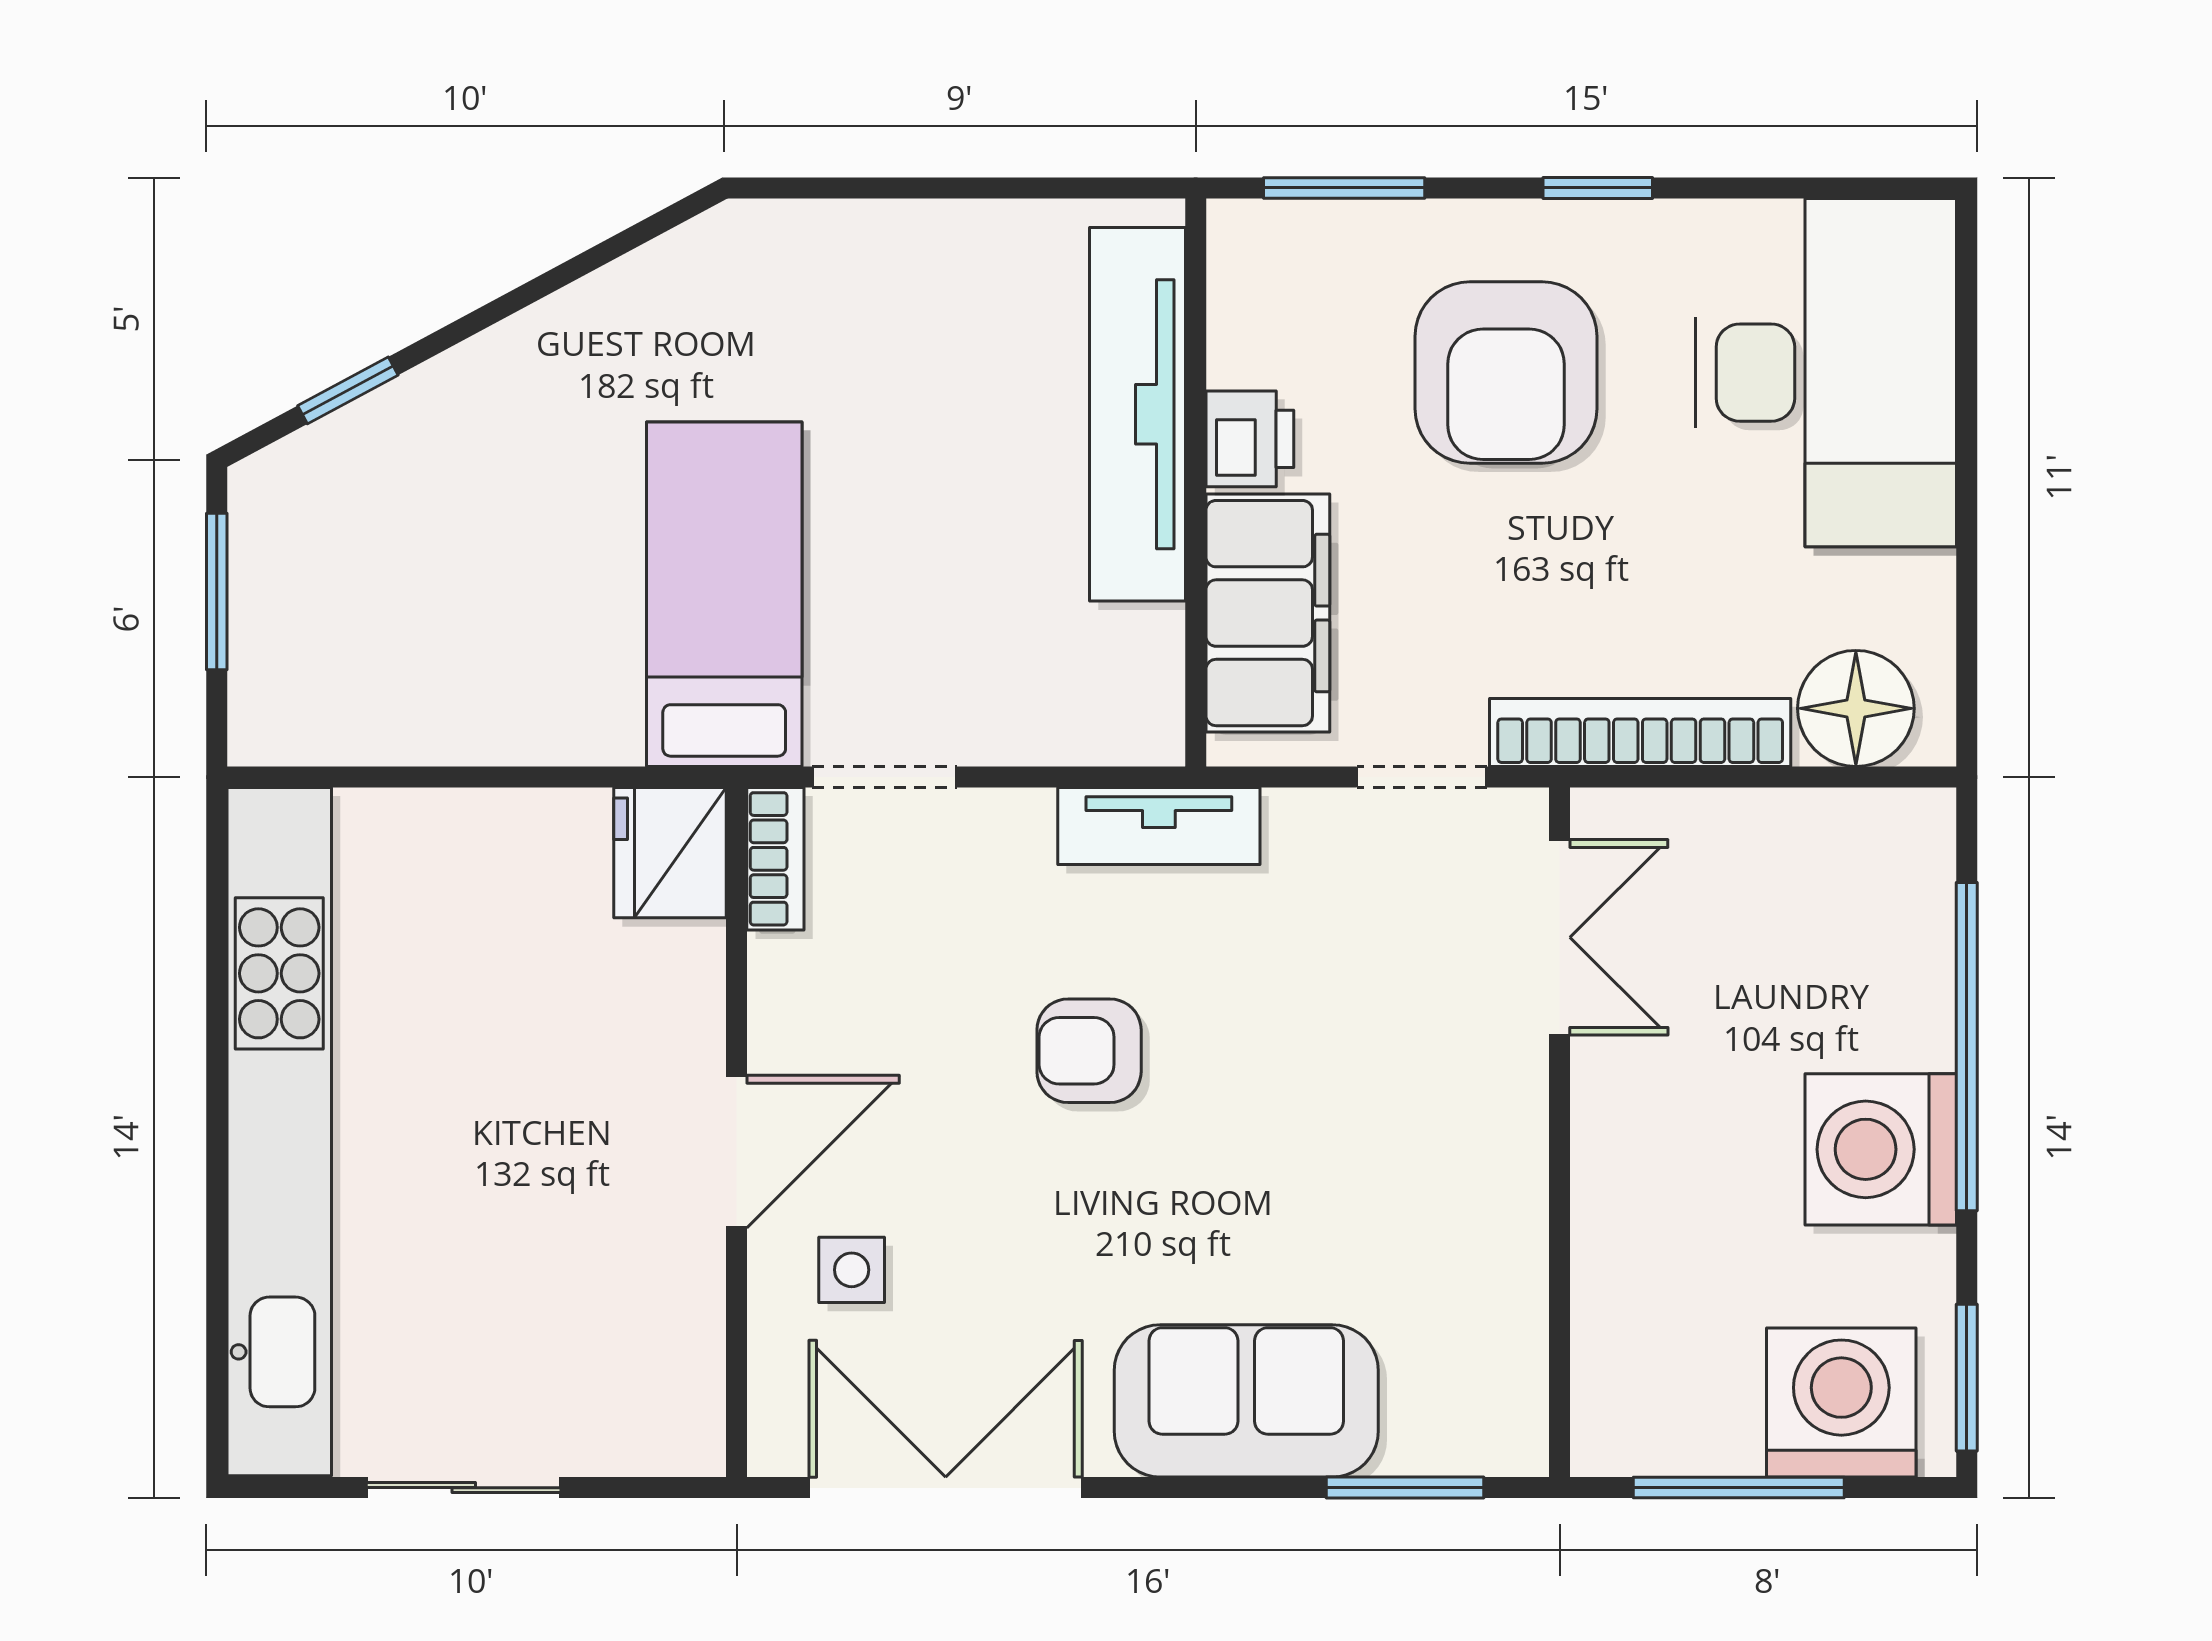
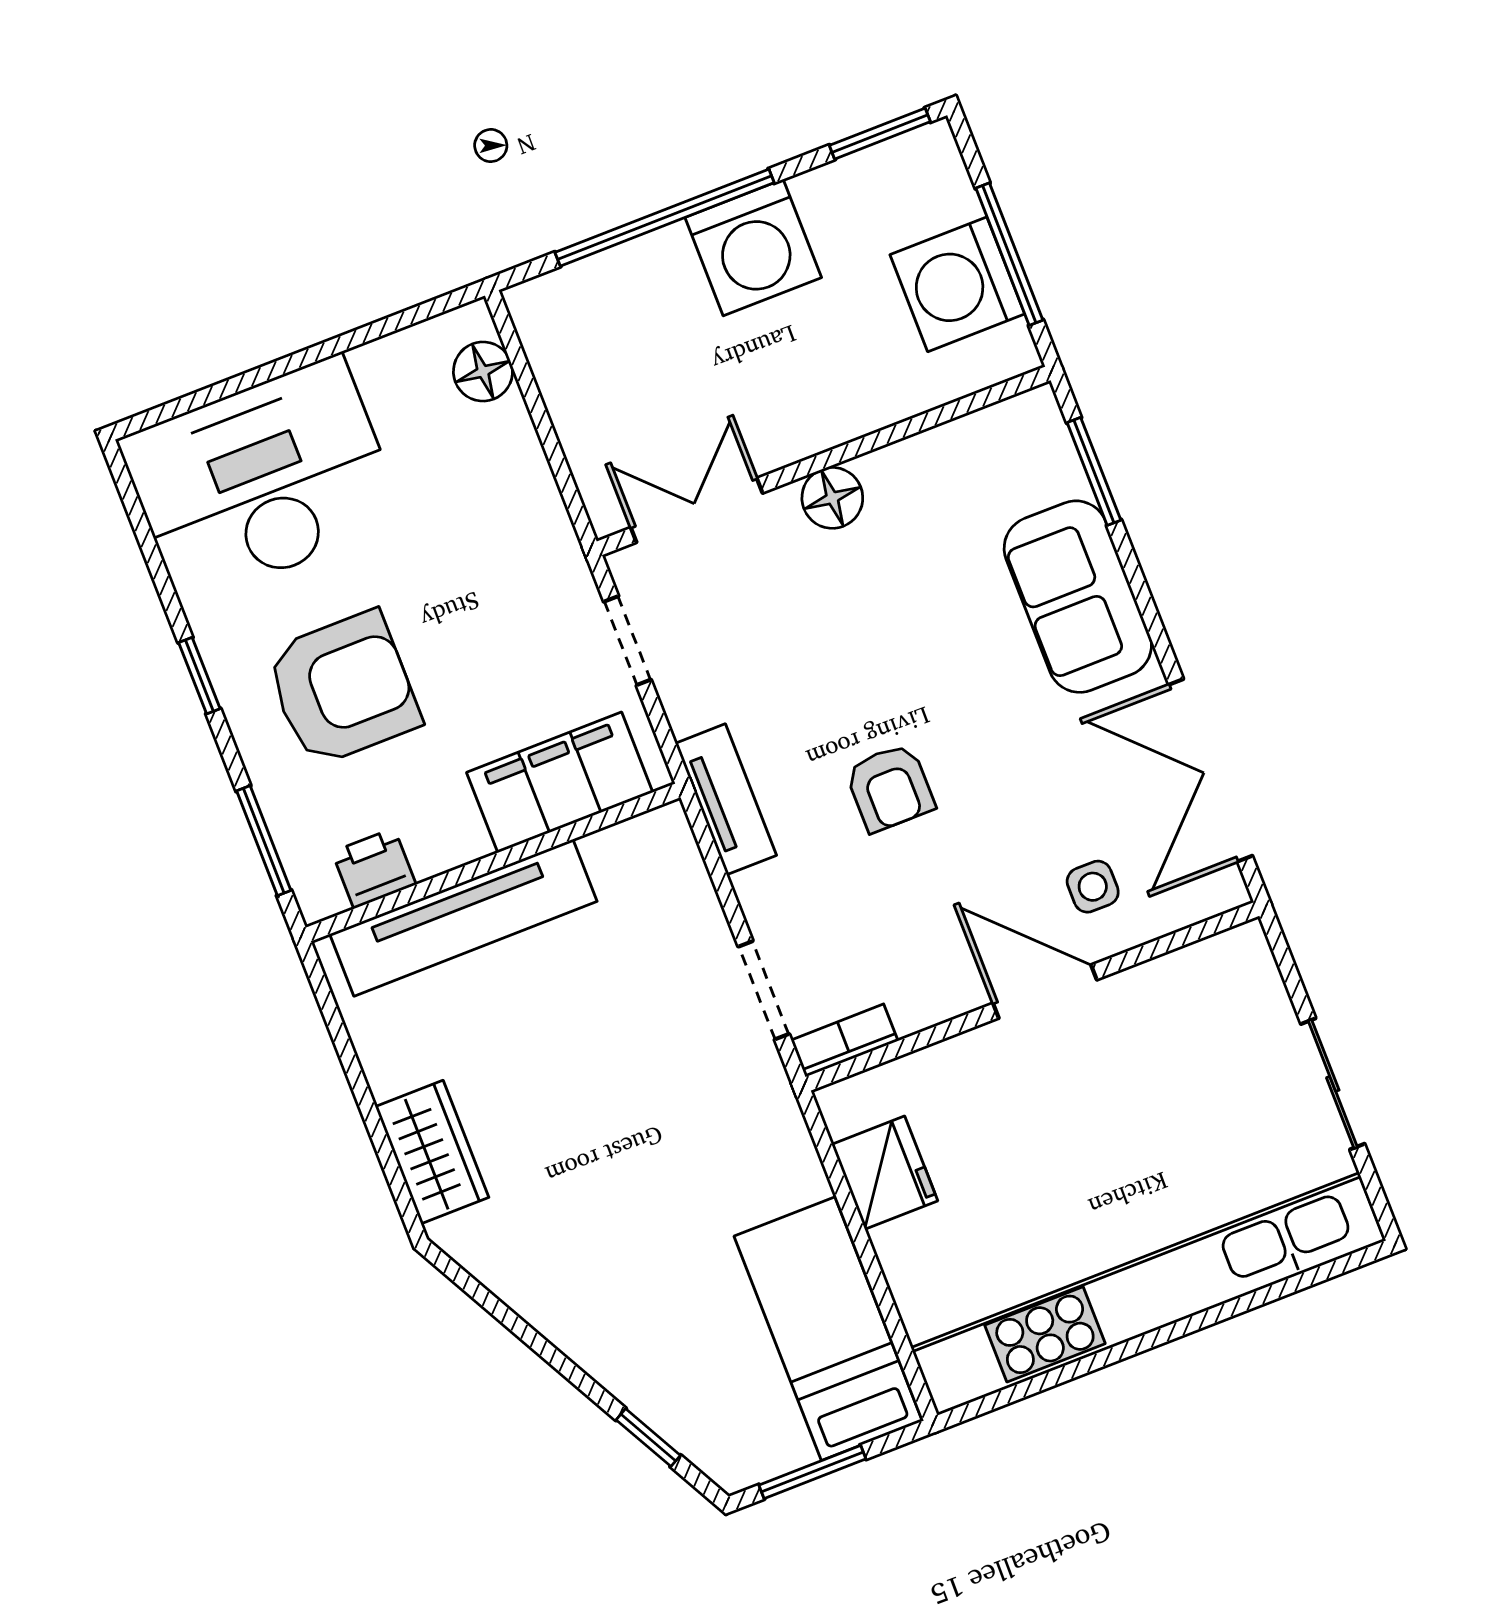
wardrobe: (841, 251) -> (432, 1152), added
printer: (1250, 439) -> (374, 868), moved
bed: (724, 594) -> (828, 1329), moved, turned 90
floor lamp: (1856, 708) -> (483, 372), width x0.73, depth x0.73
bookcase: (1640, 733) -> (543, 510), removed
fridge: (670, 853) -> (885, 1173), moved, turned -90
floor lamp: (1506, 1125) -> (832, 498), added
washing machine: (1841, 1402) -> (957, 284), moved

